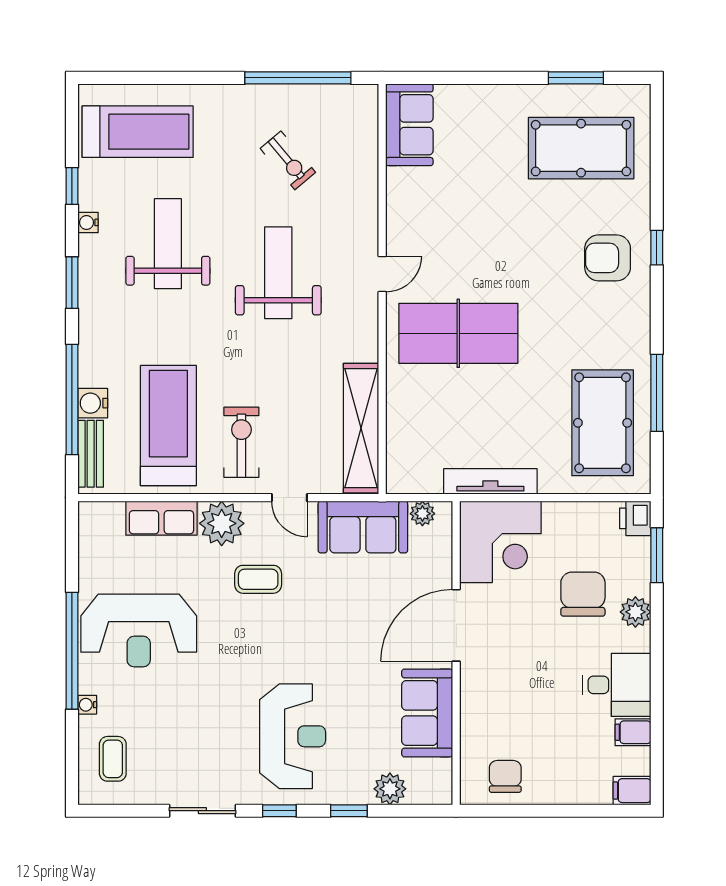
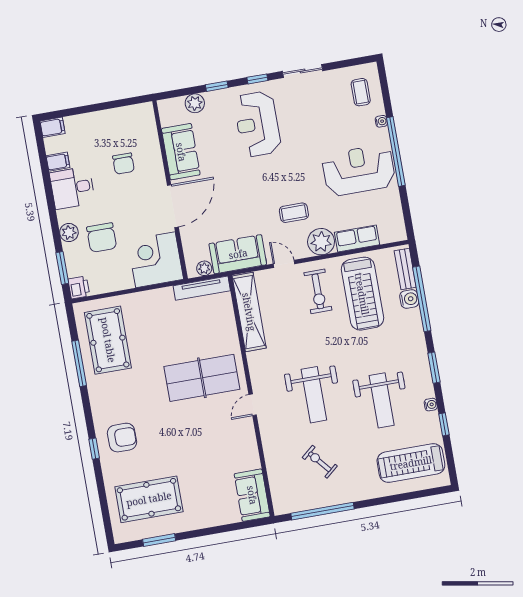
tv unit: (490, 481) -> (202, 288), moved
chair: (505, 776) -> (123, 164), moved

